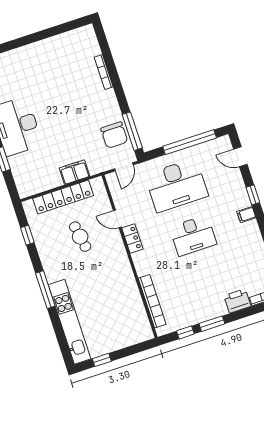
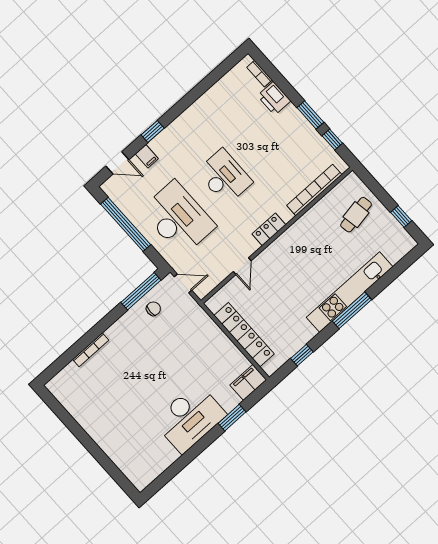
chair: (114, 135) -> (153, 309), width x0.54, depth x0.54
door: (240, 157) -> (117, 163), hinge flipped
filing cabinet: (74, 172) -> (248, 382), moved, turned 90
filing cabinet: (246, 215) -> (147, 156), moved
cafe table: (80, 237) -> (356, 215), moved
locker: (132, 239) -> (269, 229), moved
kitchen unit: (70, 322) -> (350, 292), moved

